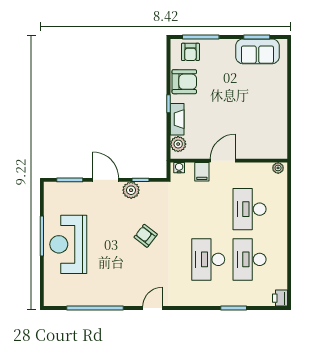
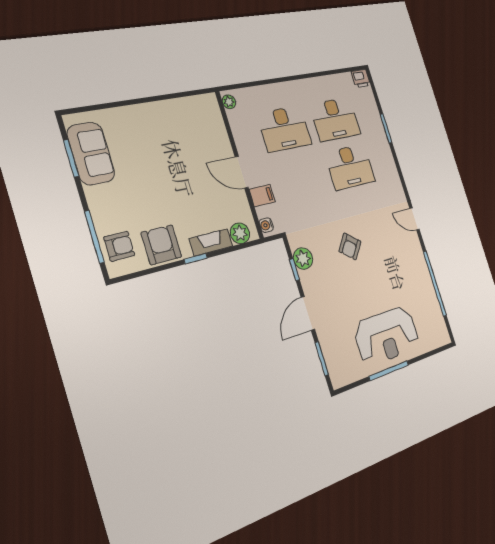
plant: (131, 190) -> (303, 259), moved

